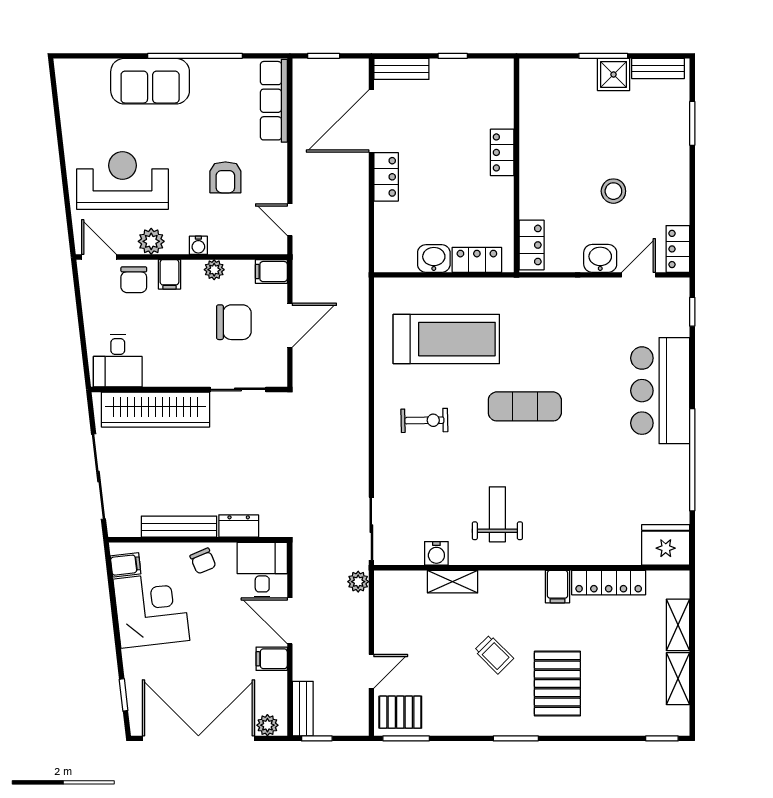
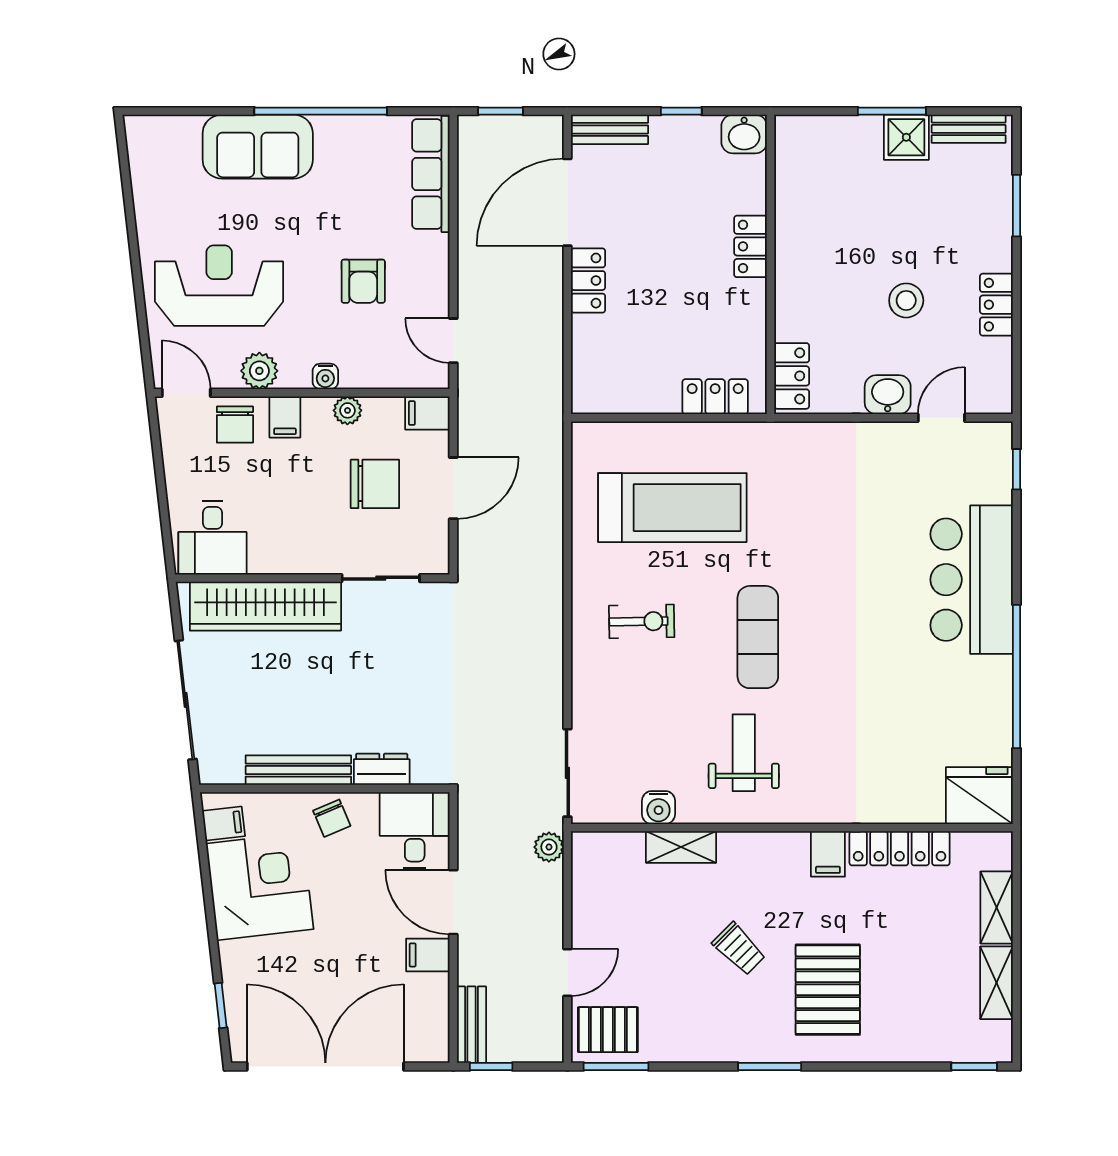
locker: (678, 249) -> (996, 305), moved
washbasin: (434, 259) -> (744, 134), moved, turned 180
exercise mat: (525, 406) -> (758, 637), moved, turned 90
plant: (267, 725) -> (422, 1048), removed

